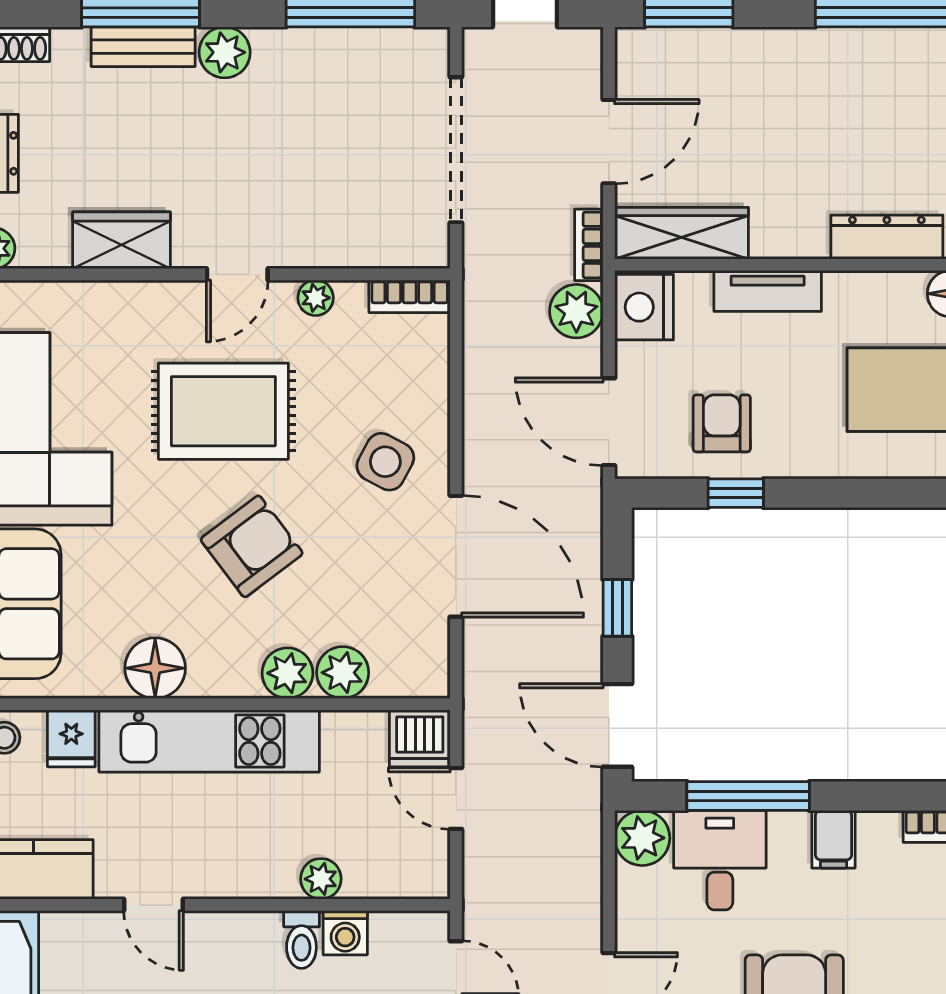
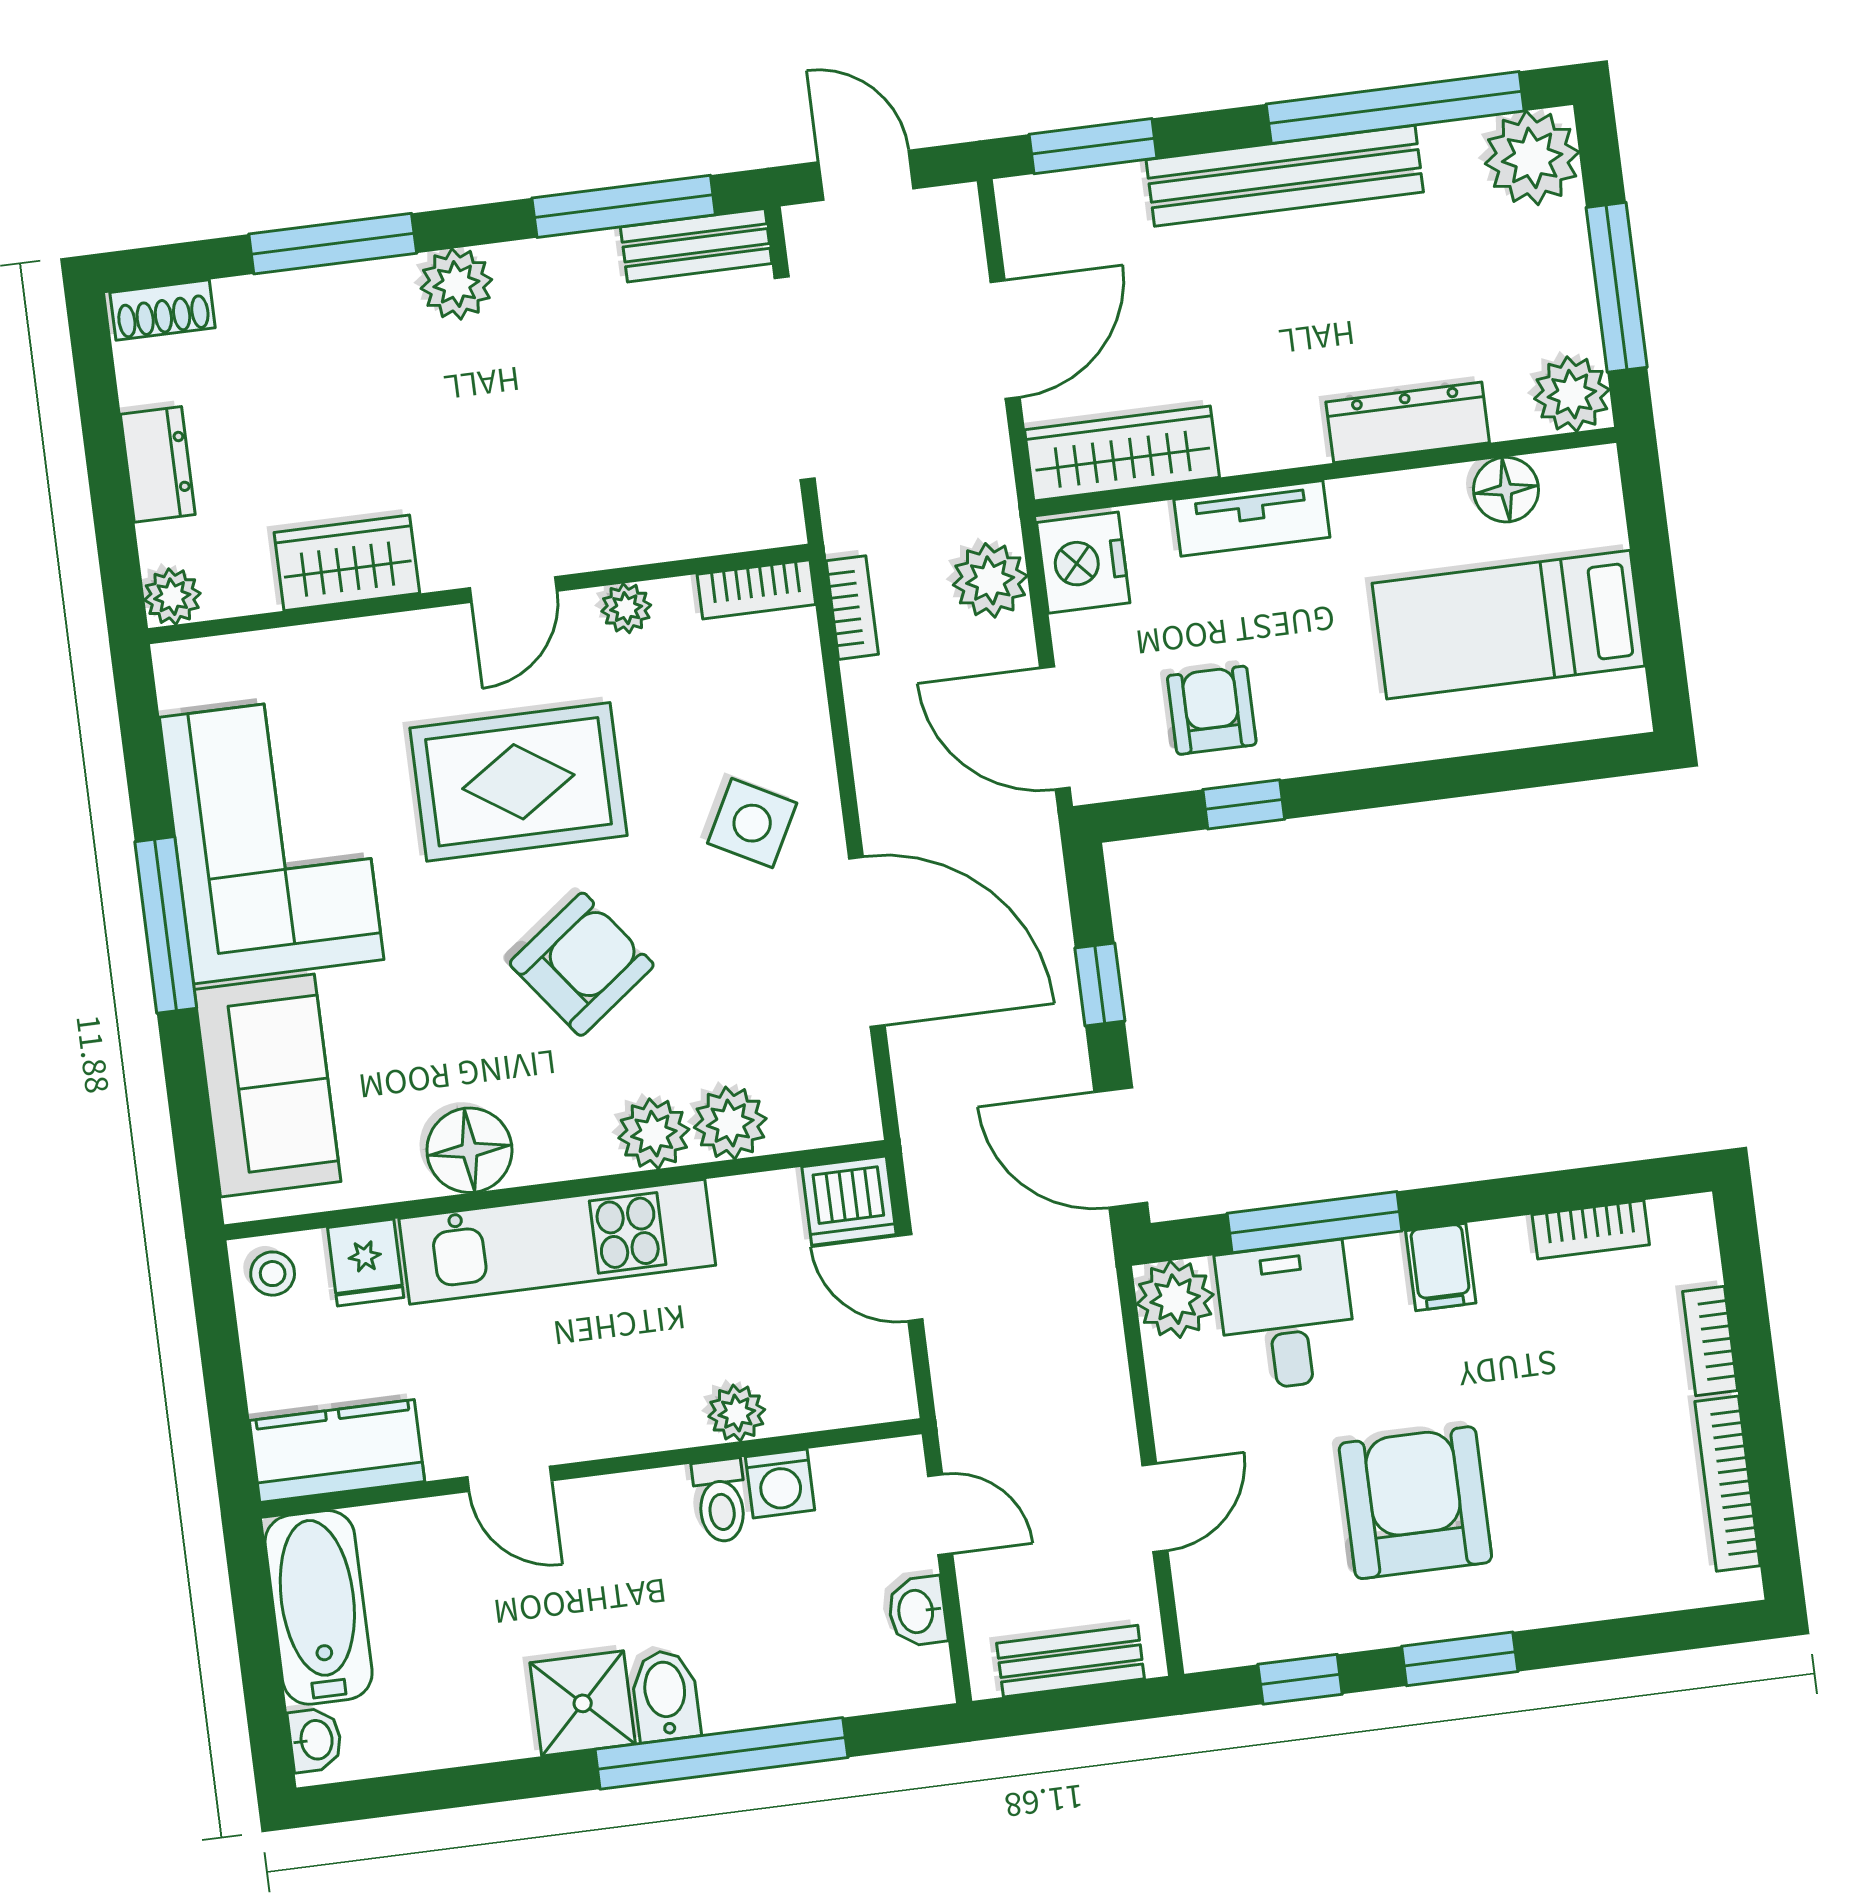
bench: (143, 47) -> (696, 245), moved
bench: (822, 51) -> (1285, 176), added
bookcase: (589, 245) -> (852, 608), moved, turned 180

